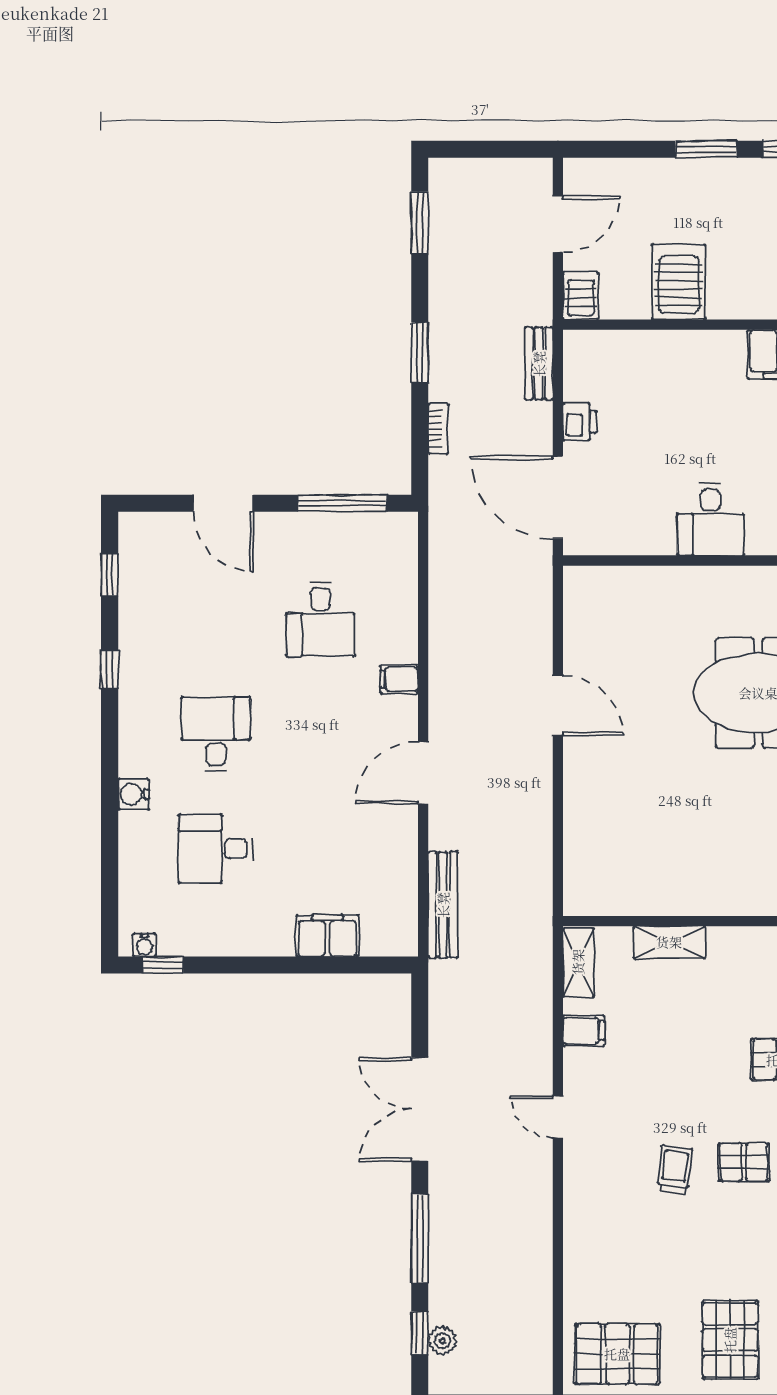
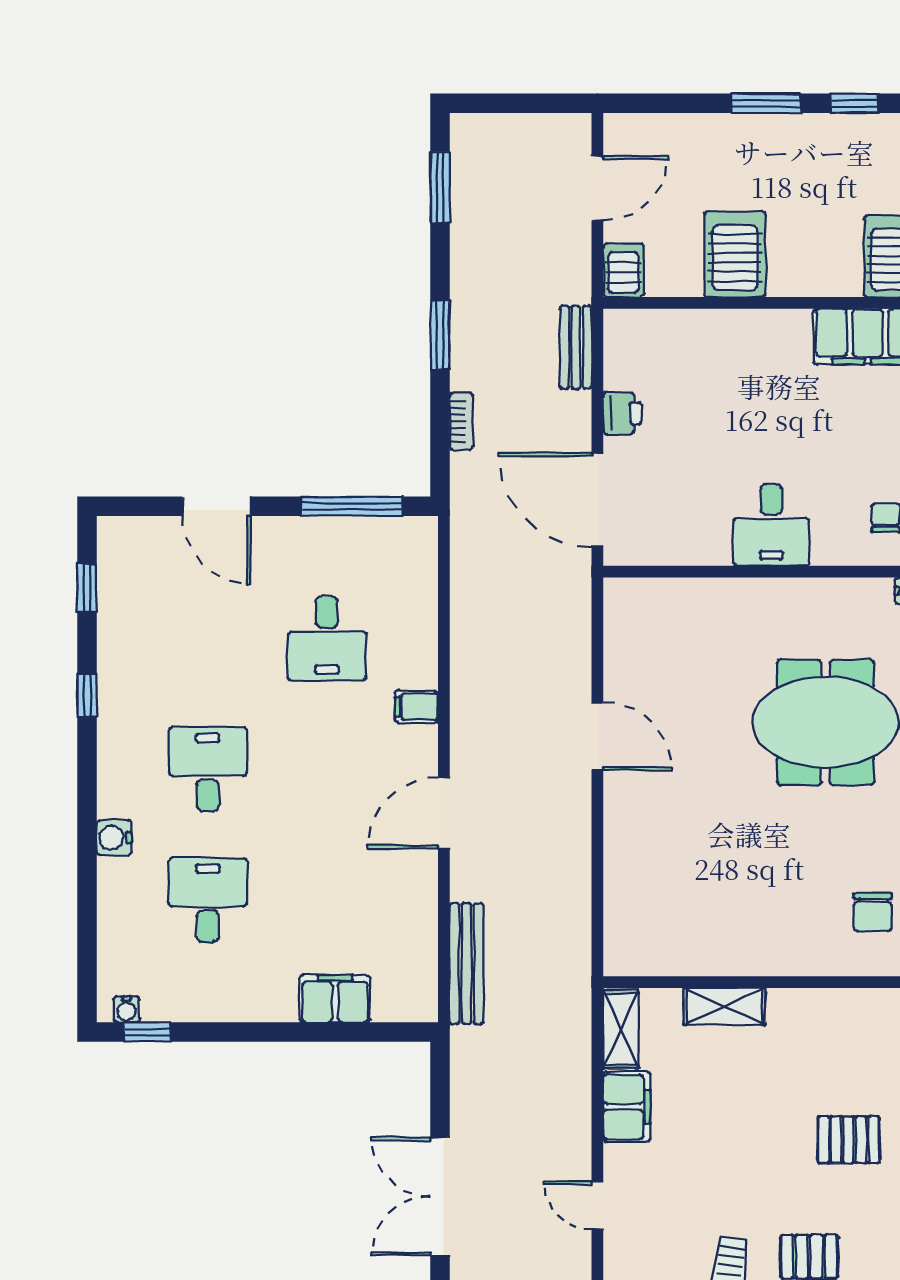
desk: (216, 849) -> (208, 900), turned 90
filing cabinet: (584, 1031) -> (627, 1107), width x2.00

